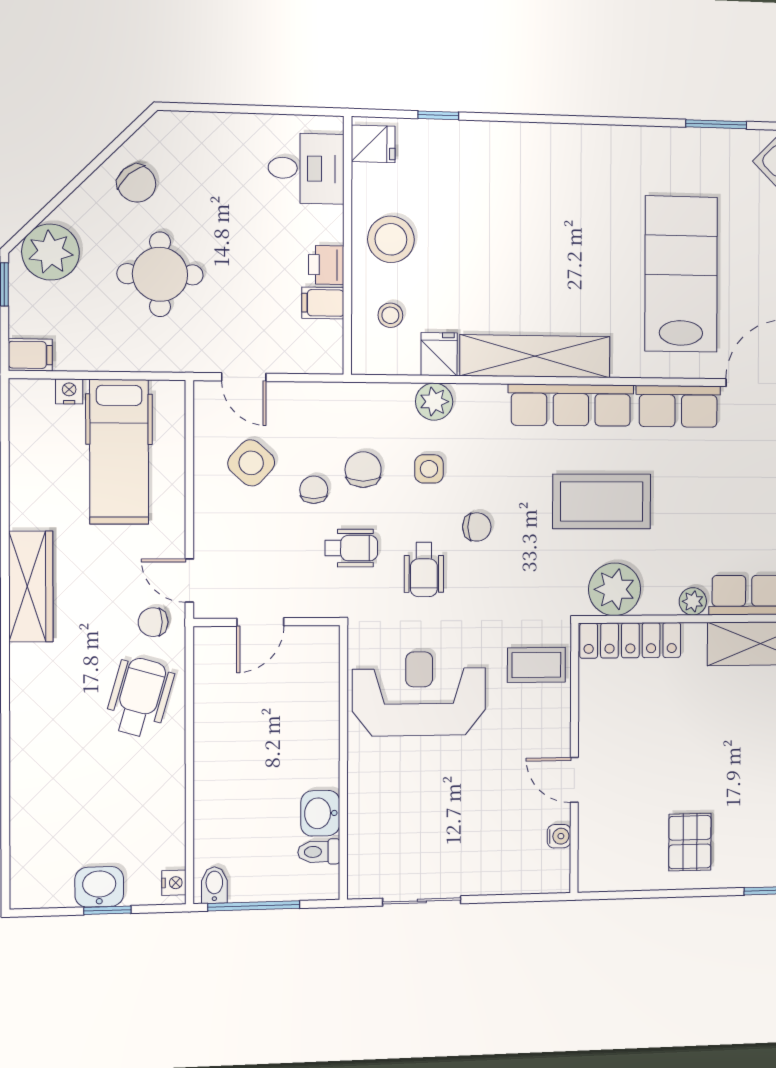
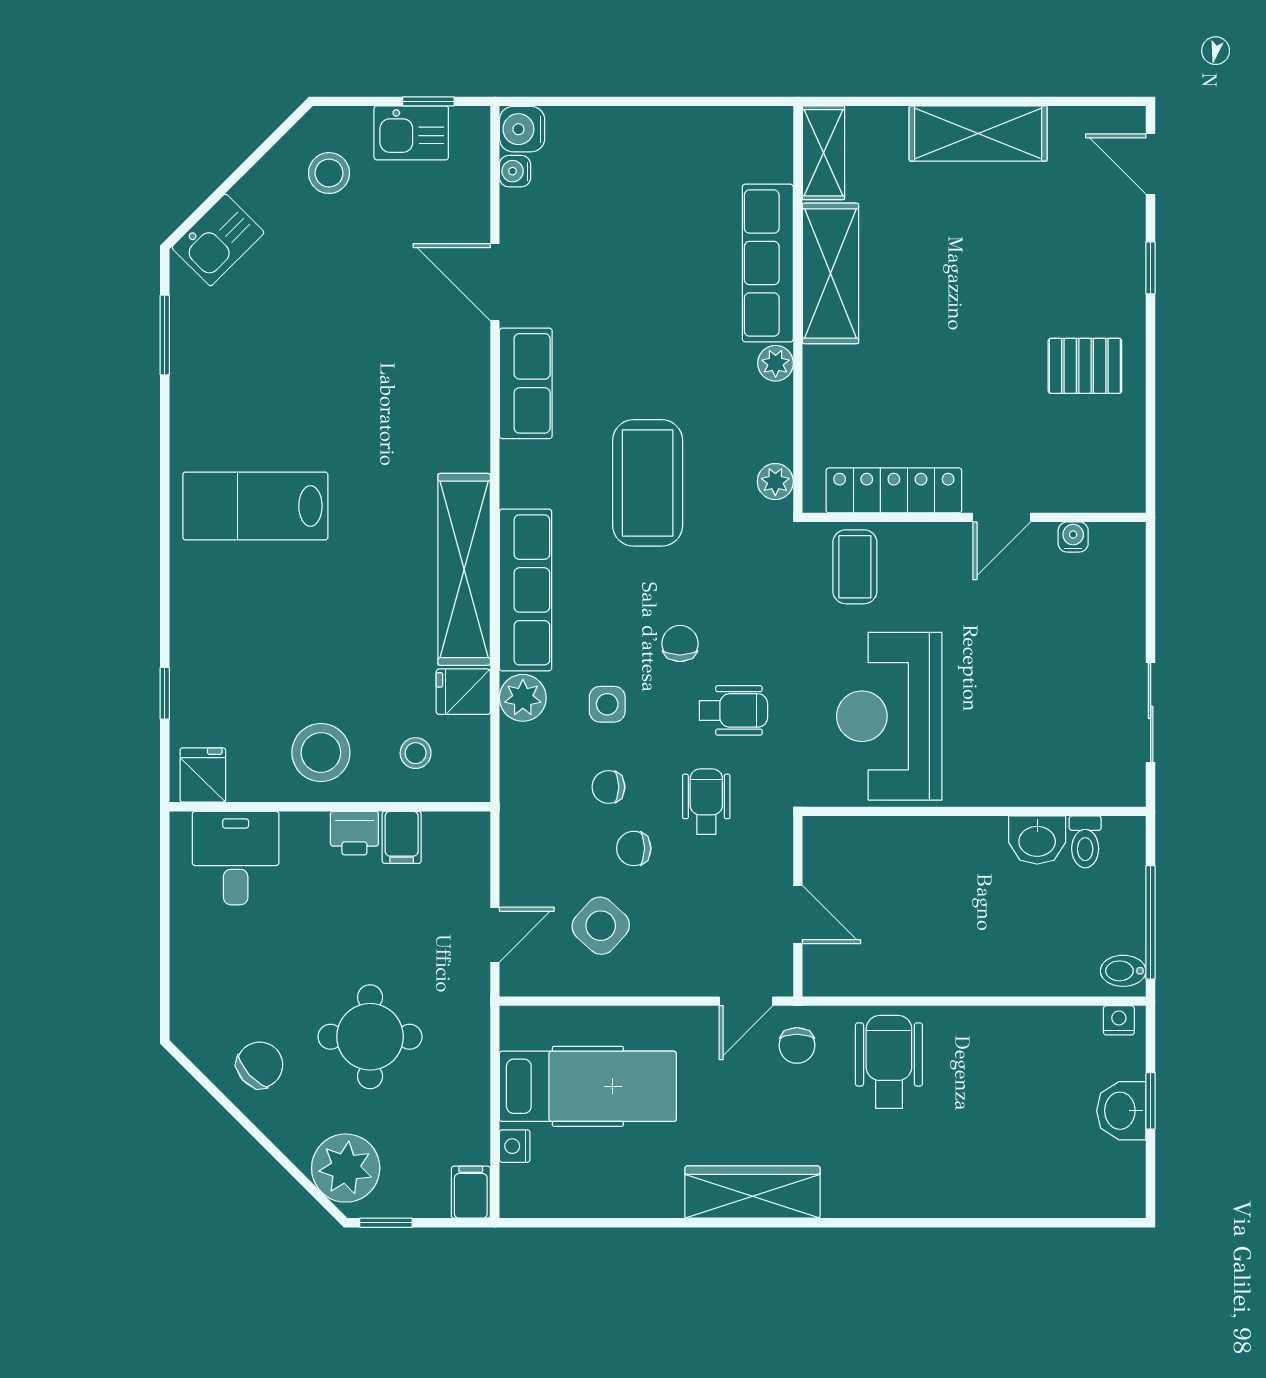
lab bench: (681, 274) -> (255, 506), moved, width x0.73, depth x0.72
row of seats: (571, 405) -> (526, 590), moved
chair: (363, 470) -> (608, 787), width x0.73, depth x0.73
plant: (615, 589) -> (775, 482), width x0.53, depth x0.53
locker: (630, 640) -> (894, 490), moved, turned -90
wheelchair: (139, 697) -> (889, 1062), turned 74

